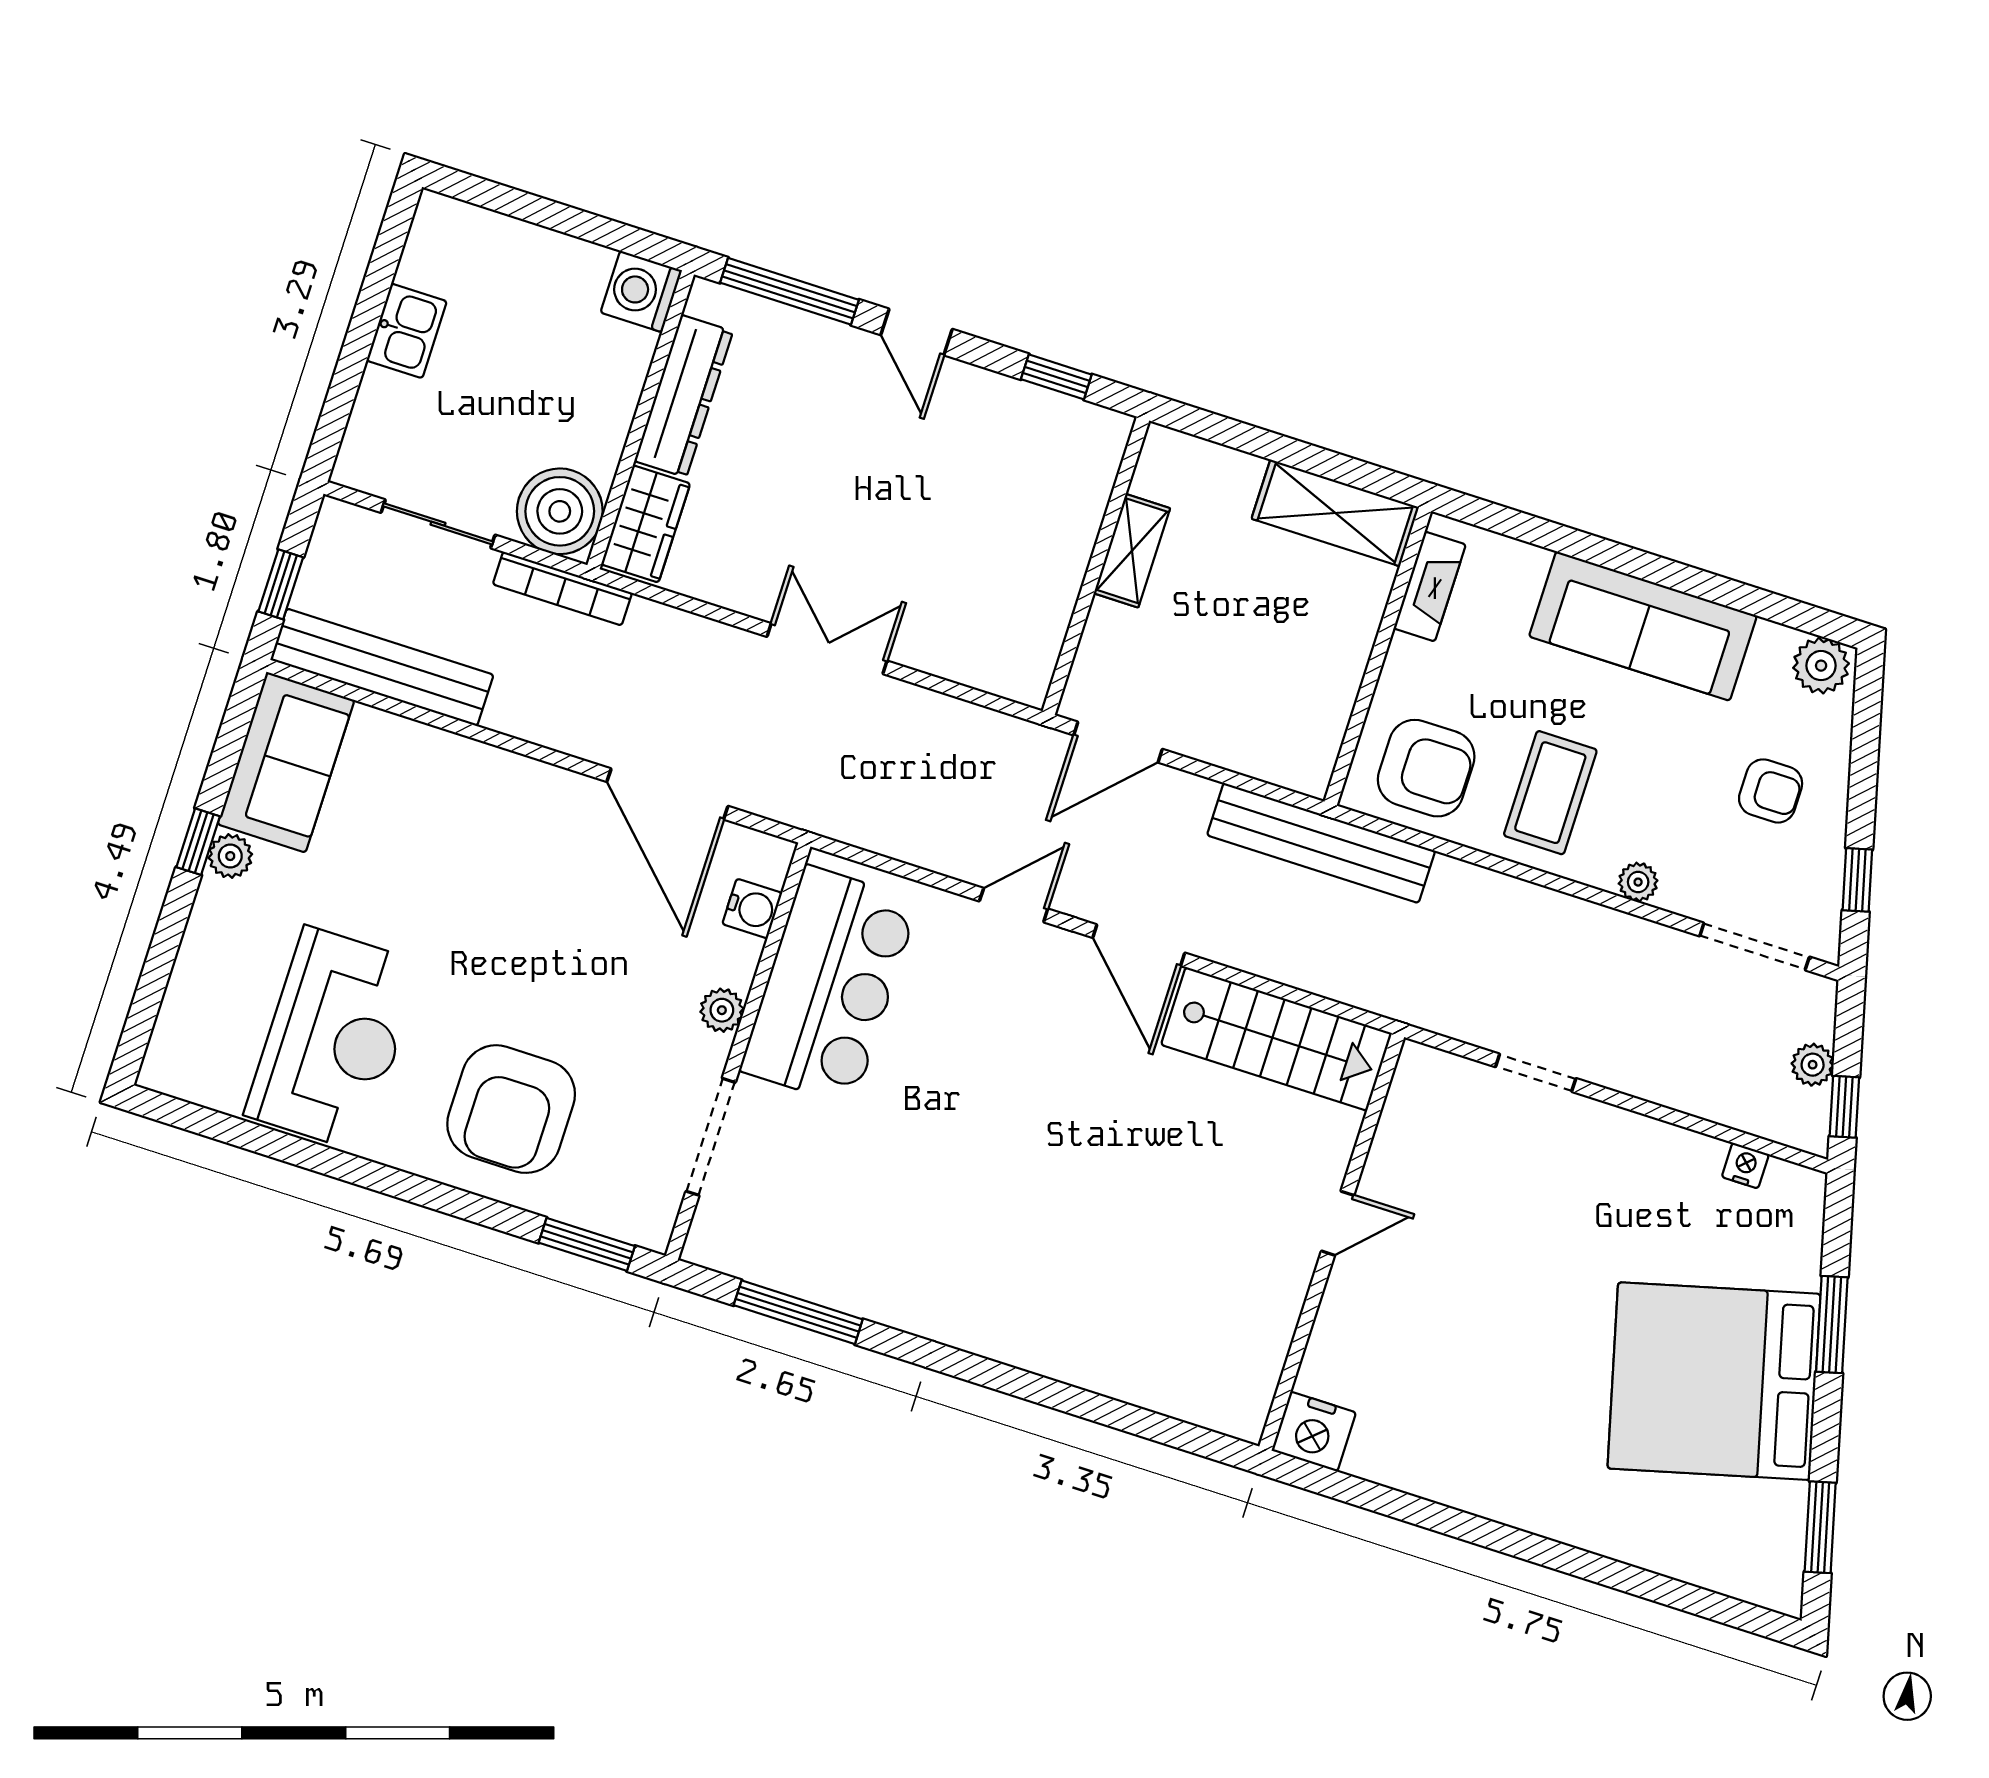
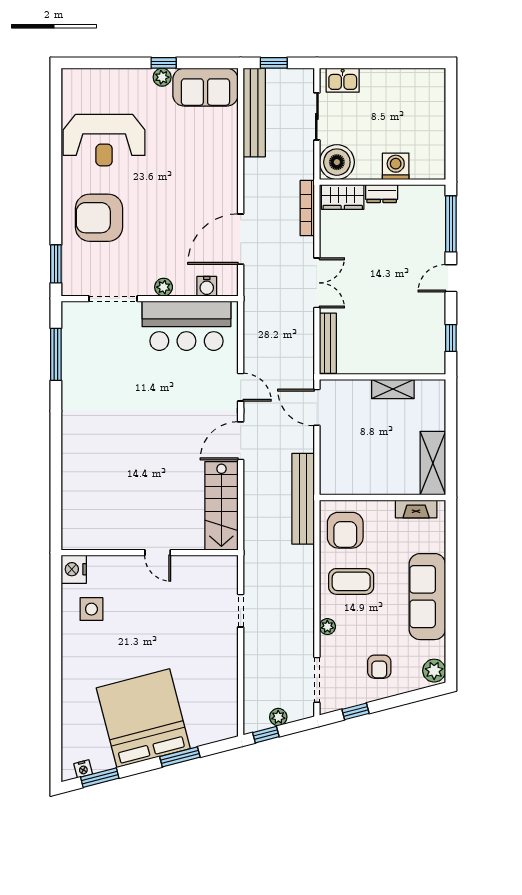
washing machine: (641, 291) -> (396, 166), moved
kitchen sink: (407, 331) -> (343, 80), moved
dresser: (684, 396) -> (382, 194), width x0.51, depth x0.80
bookcase: (562, 589) -> (307, 208), moved
bench: (976, 668) -> (328, 343), added
nightstand: (1745, 1166) -> (83, 769), moved, turned 75
side table: (1420, 1420) -> (91, 609), added

